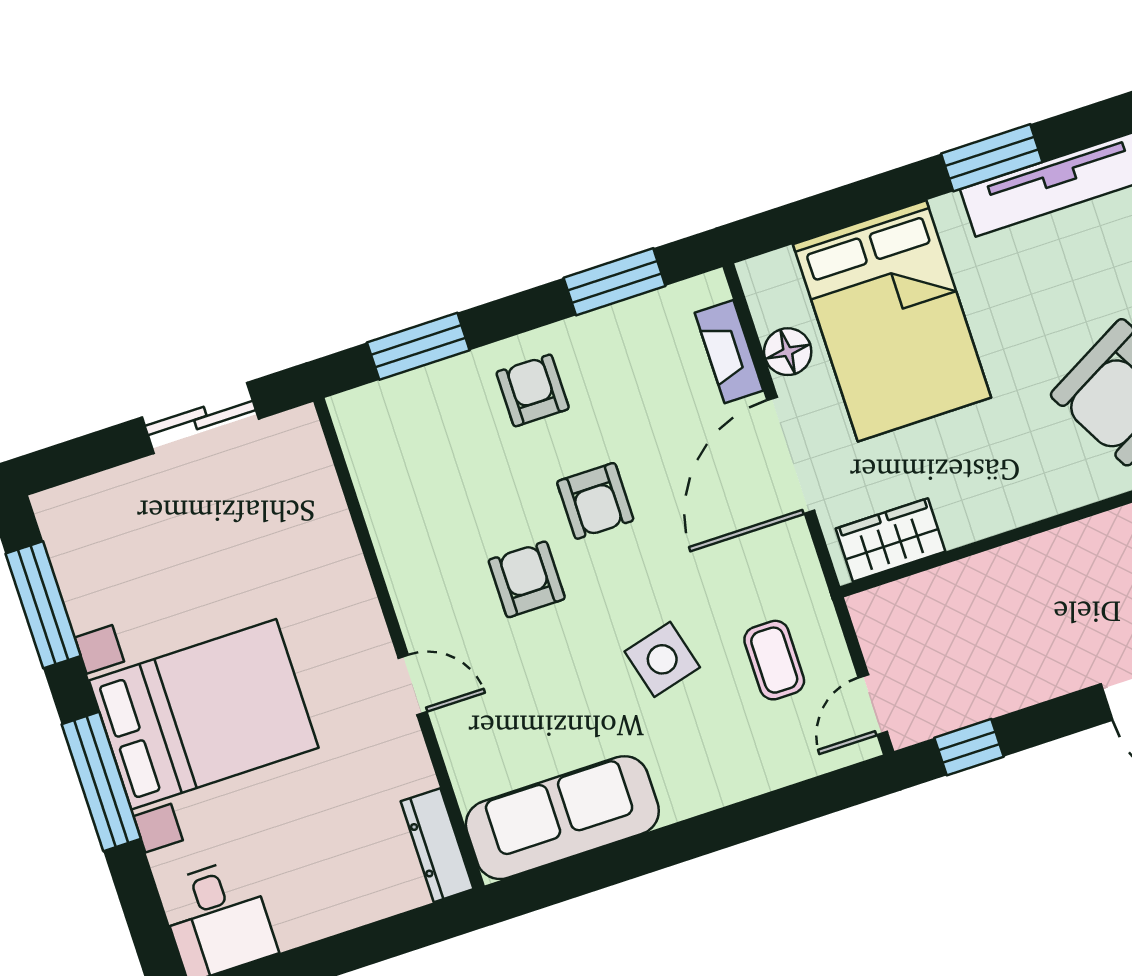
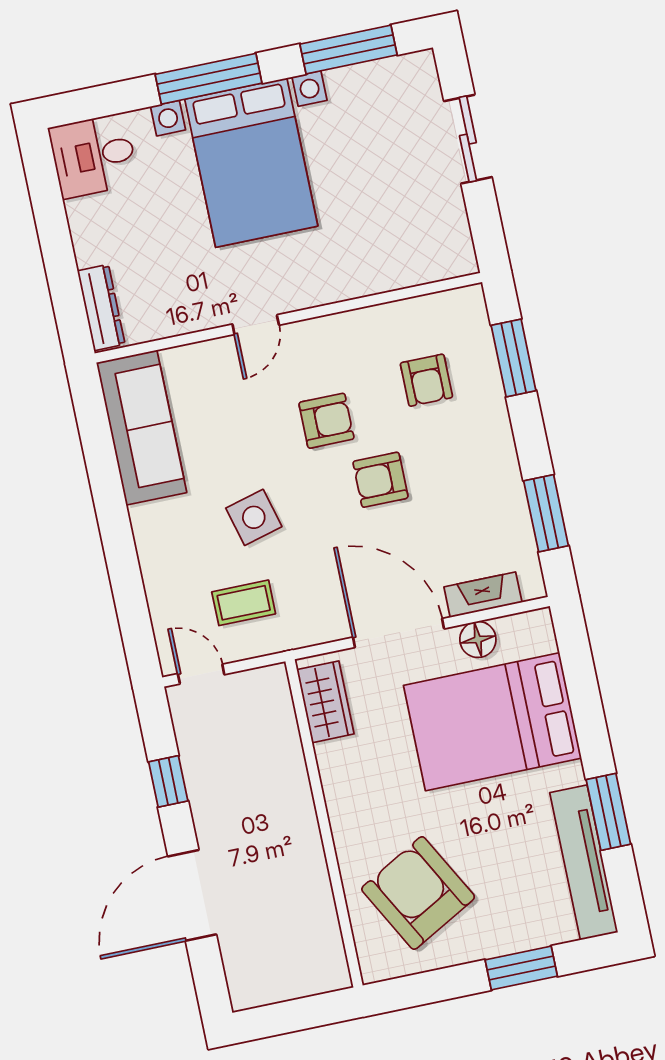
armchair: (533, 390) -> (426, 380), moved, turned 90
sliding door: (200, 418) -> (468, 139), moved
window: (969, 747) -> (168, 781), moved
dresser: (437, 845) -> (101, 308), moved, turned 90

